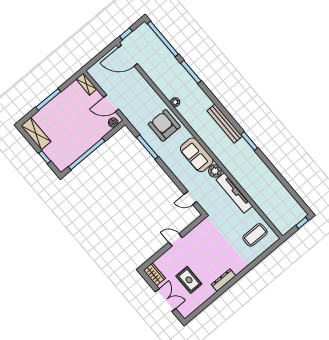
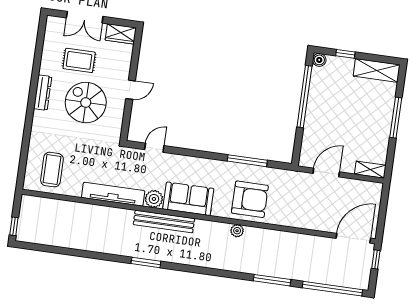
plant: (175, 102) -> (237, 231), moved
boiler: (113, 123) -> (319, 60), moved
bench: (225, 124) -> (164, 221), moved
spiral stairs: (205, 254) -> (86, 103), added

